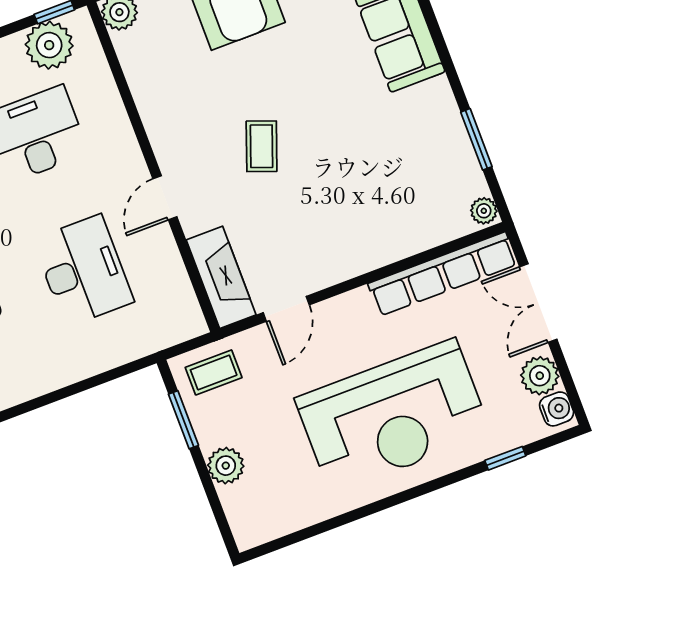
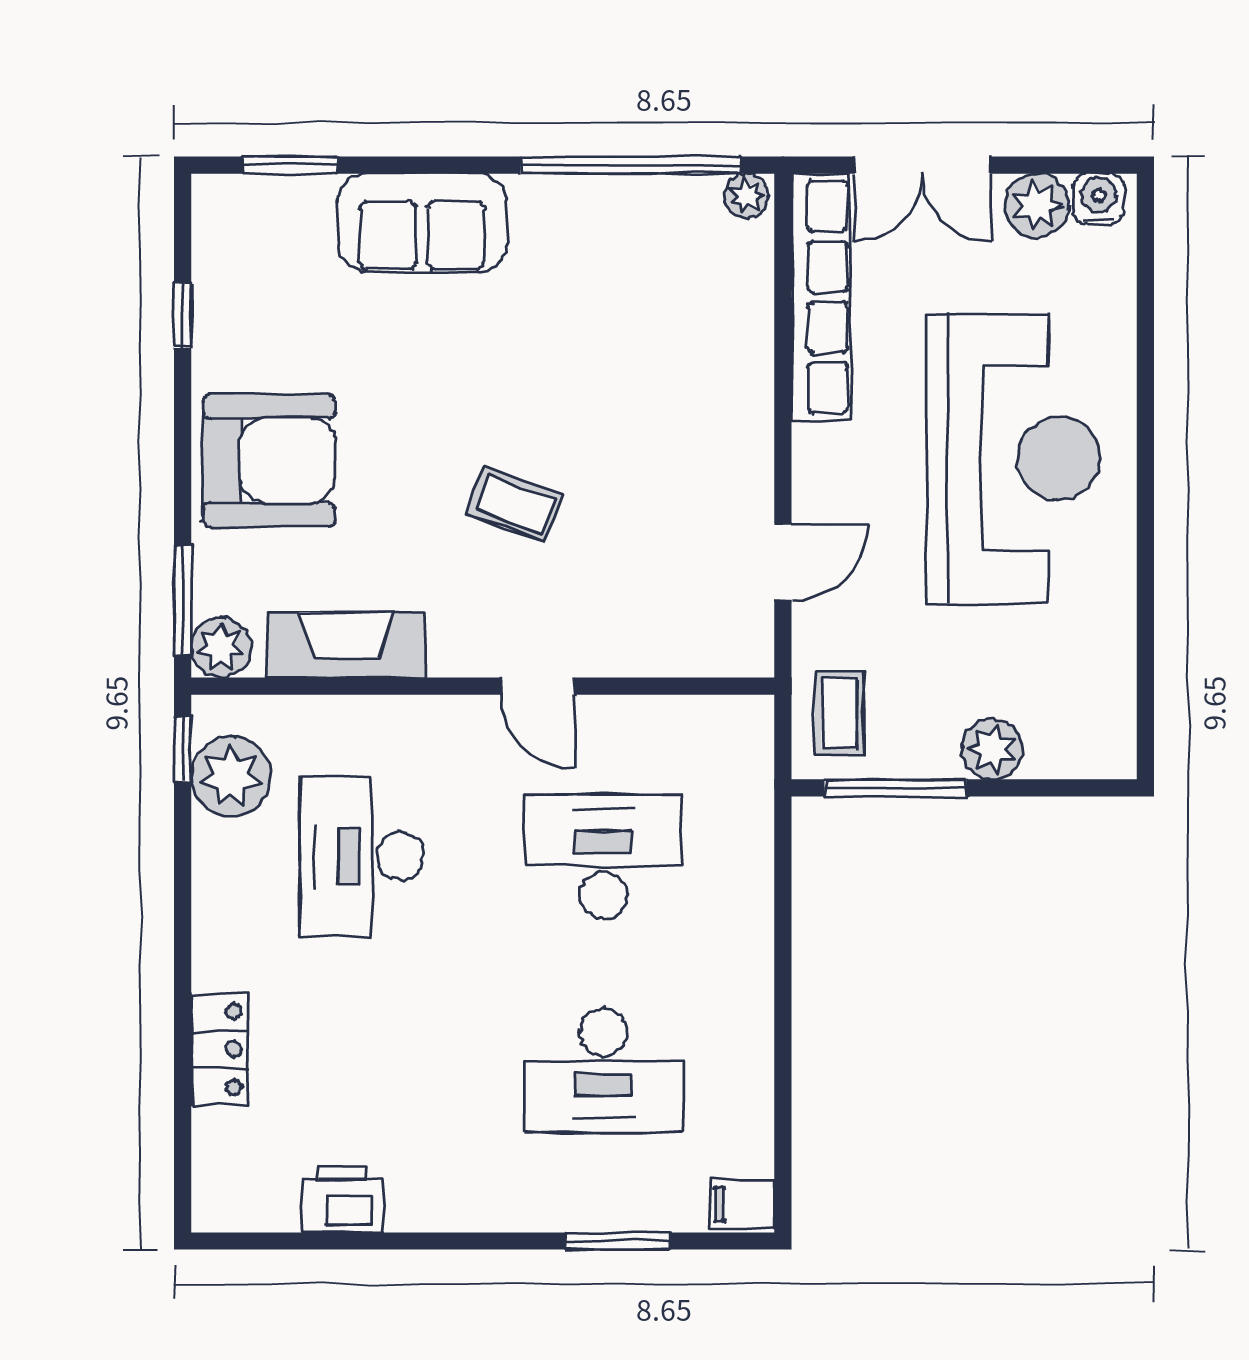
window: (476, 139) -> (630, 165), width x2.11
fireplace: (221, 277) -> (346, 645), moved
door: (286, 309) -> (783, 562), hinge flipped
window: (183, 420) -> (895, 788), width x1.44
window: (505, 458) -> (1145, 308), removed

